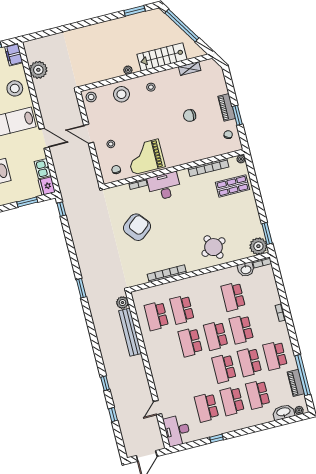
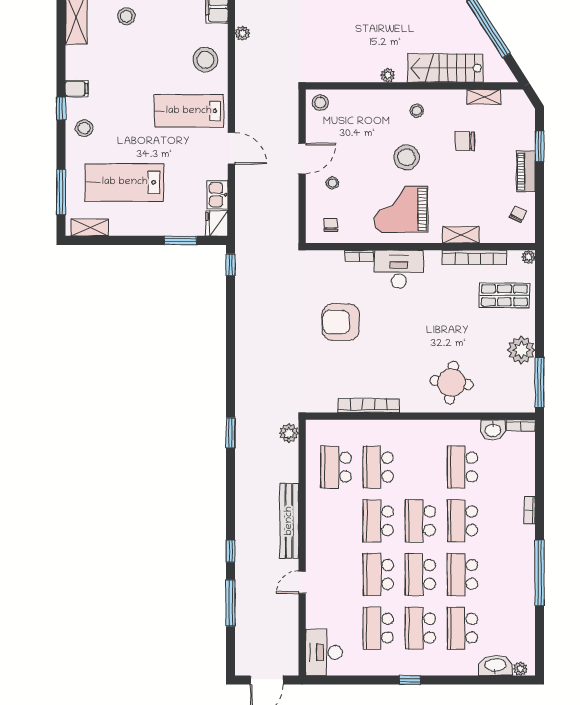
plant: (38, 70) -> (242, 33), width x0.53, depth x0.53
stool: (121, 94) -> (406, 157), moved
window: (237, 115) -> (540, 146), moved
chair: (190, 116) -> (465, 141), moved
door: (89, 134) -> (302, 159), swing flipped
shelving: (197, 156) -> (461, 235), added
grand piano: (145, 157) -> (401, 209), moved
armchair: (137, 227) -> (341, 322), turned -141
window: (267, 234) -> (540, 382), width x1.44
plant: (258, 246) -> (521, 350), moved
round table: (214, 247) -> (451, 383), turned 30
window: (81, 288) -> (231, 433), moved
bench: (130, 332) -> (289, 521), moved
school desk: (275, 355) -> (378, 574), moved
window: (303, 375) -> (540, 573), moved
piano: (296, 383) -> (526, 625), removed
door: (157, 408) -> (302, 582), moved
window: (113, 415) -> (231, 603), width x2.17
window: (217, 438) -> (410, 680), moved

